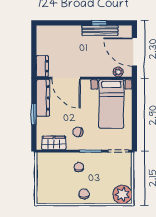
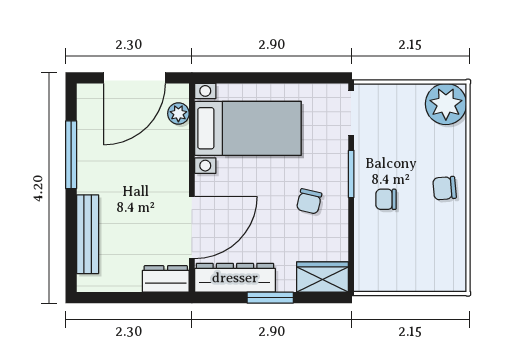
window: (99, 23) -> (71, 155), width x2.17
bench: (100, 30) -> (88, 234), moved
wardrobe: (54, 143) -> (323, 277), moved, turned 90

